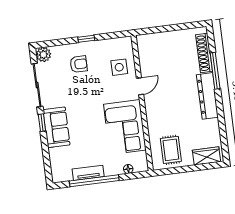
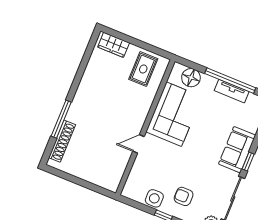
side table: (119, 67) -> (154, 198), moved
dresser: (207, 96) -> (81, 100), removed
floor lamp: (128, 169) -> (191, 78), width x1.89, depth x1.89

